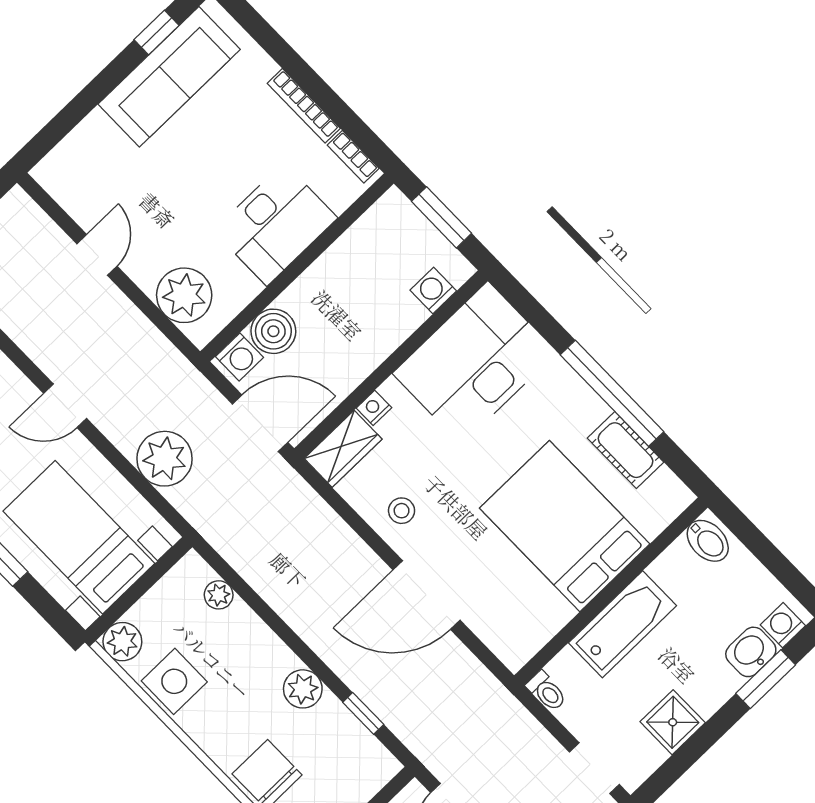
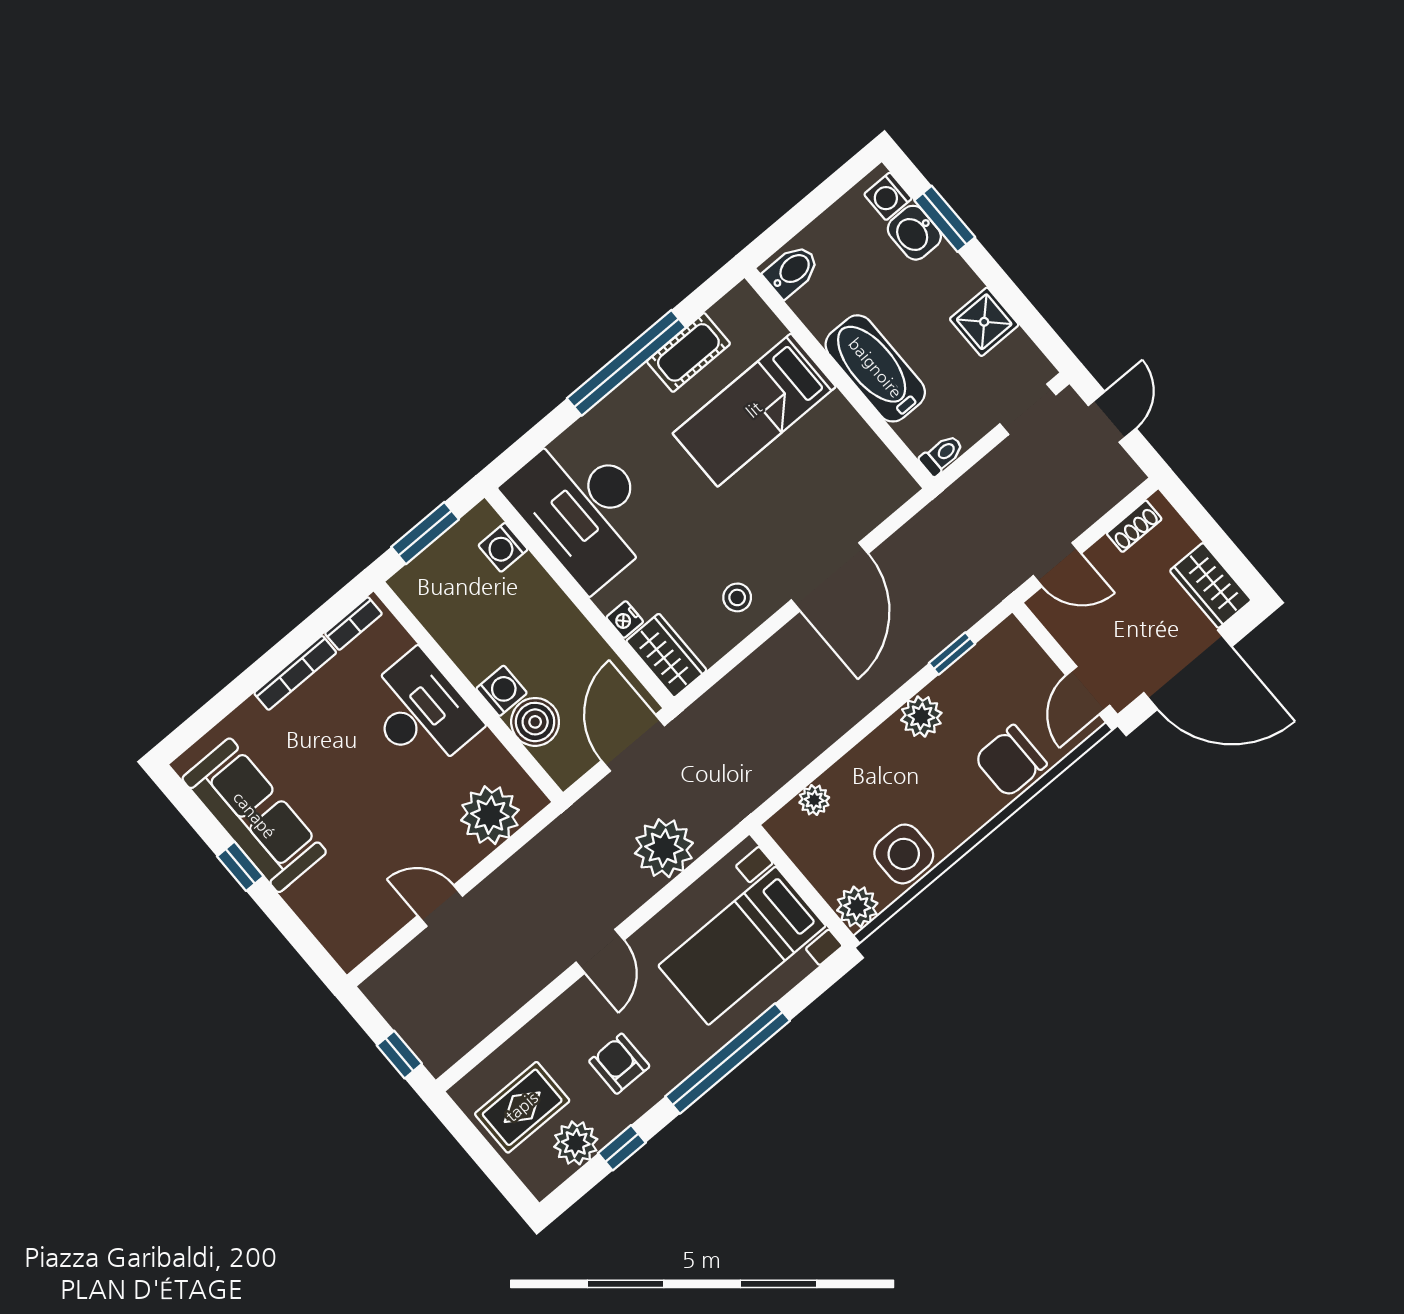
window: (157, 33) -> (240, 866), moved
washing machine: (239, 357) -> (502, 691), moved
bed: (565, 526) -> (754, 410), width x0.67

